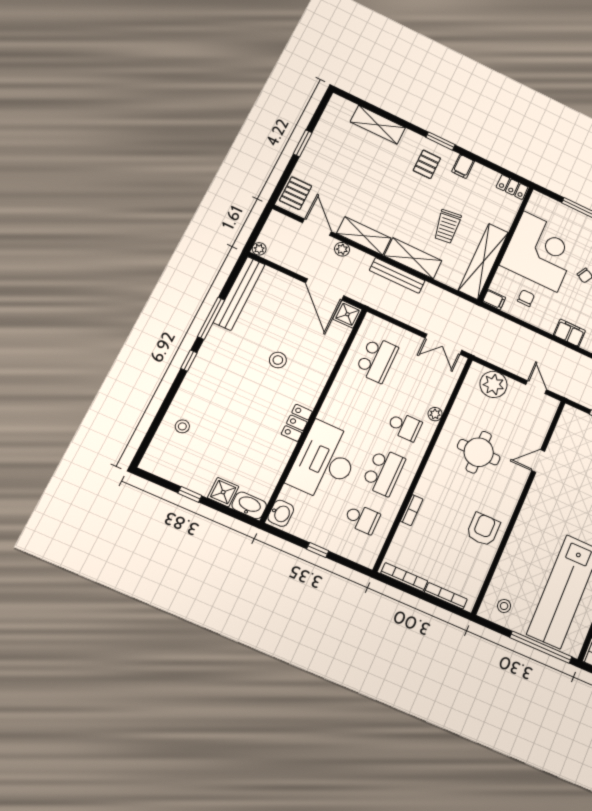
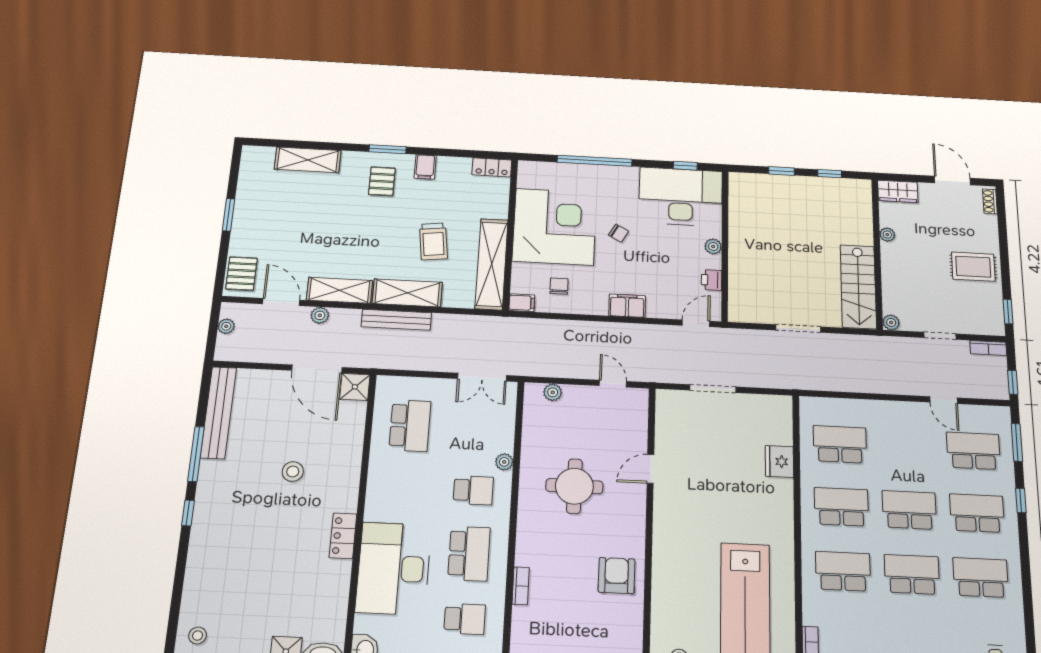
plant: (259, 249) -> (226, 326), moved
plant: (493, 384) -> (553, 392), width x0.53, depth x0.53
stool: (182, 426) -> (198, 636), moved

